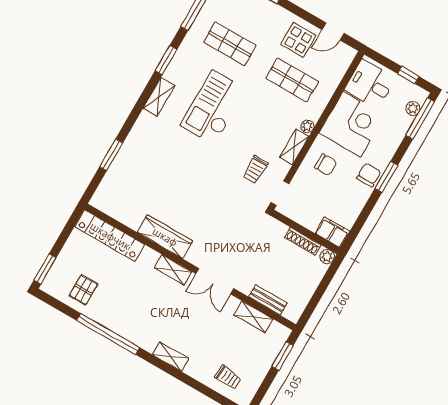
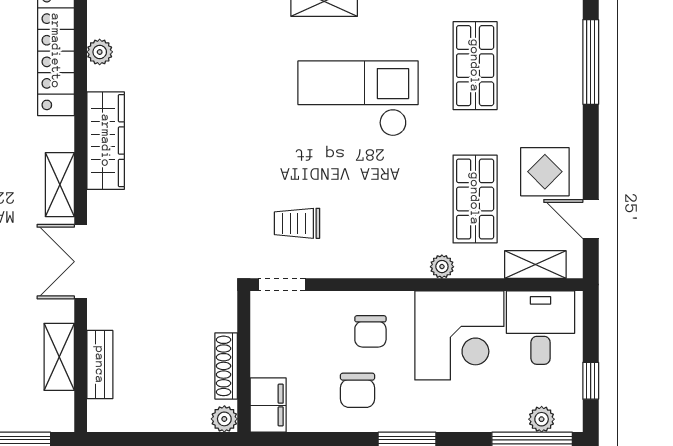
plant: (307, 126) -> (442, 267), moved
shelving: (294, 147) -> (535, 264), moved
chair: (369, 175) -> (358, 390), moved, turned 90
plant: (122, 215) -> (100, 52), added

